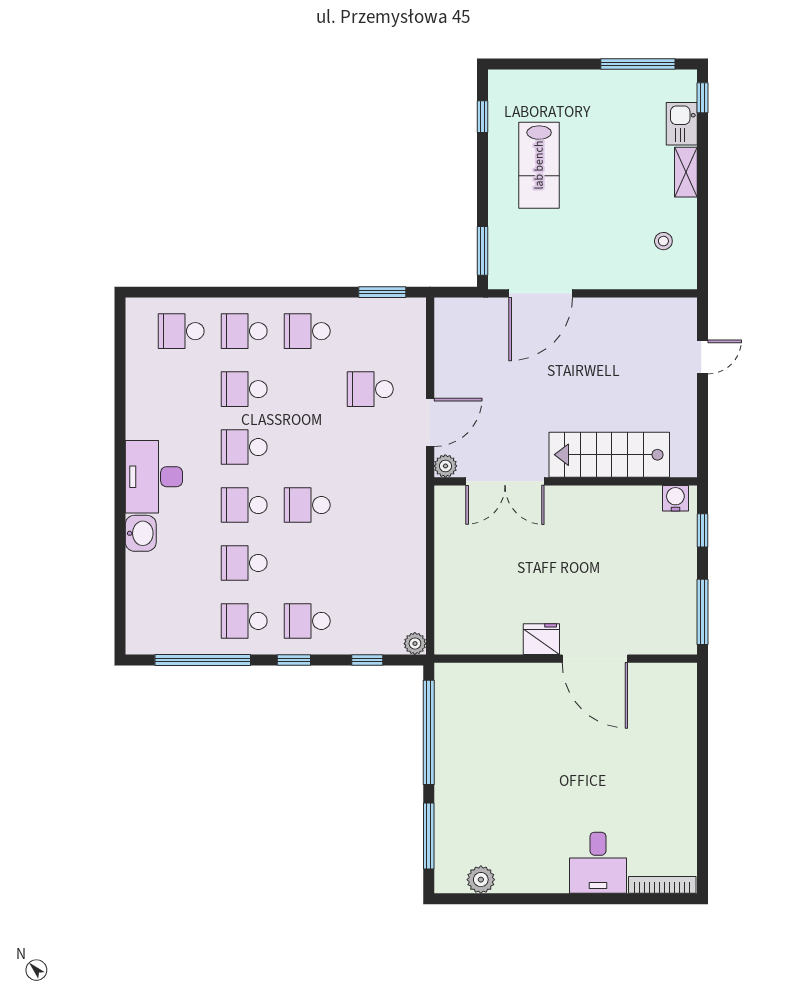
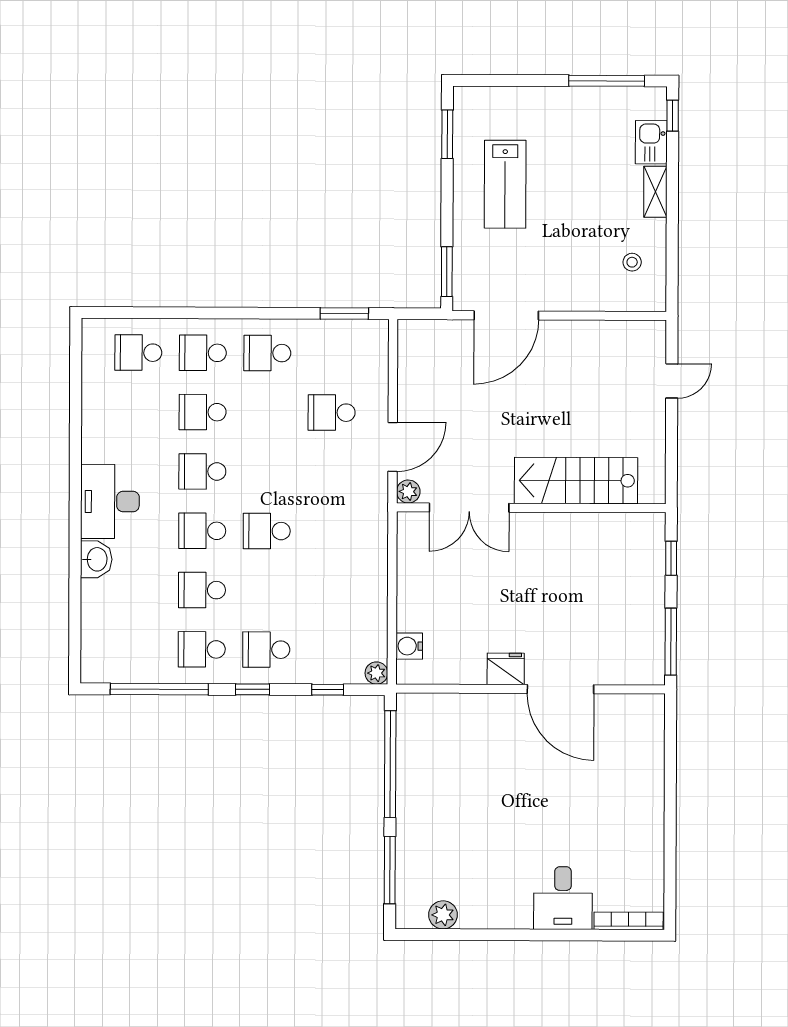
window: (482, 117) -> (447, 134), width x1.50
water cooler: (675, 498) -> (409, 646), moved, turned -90

